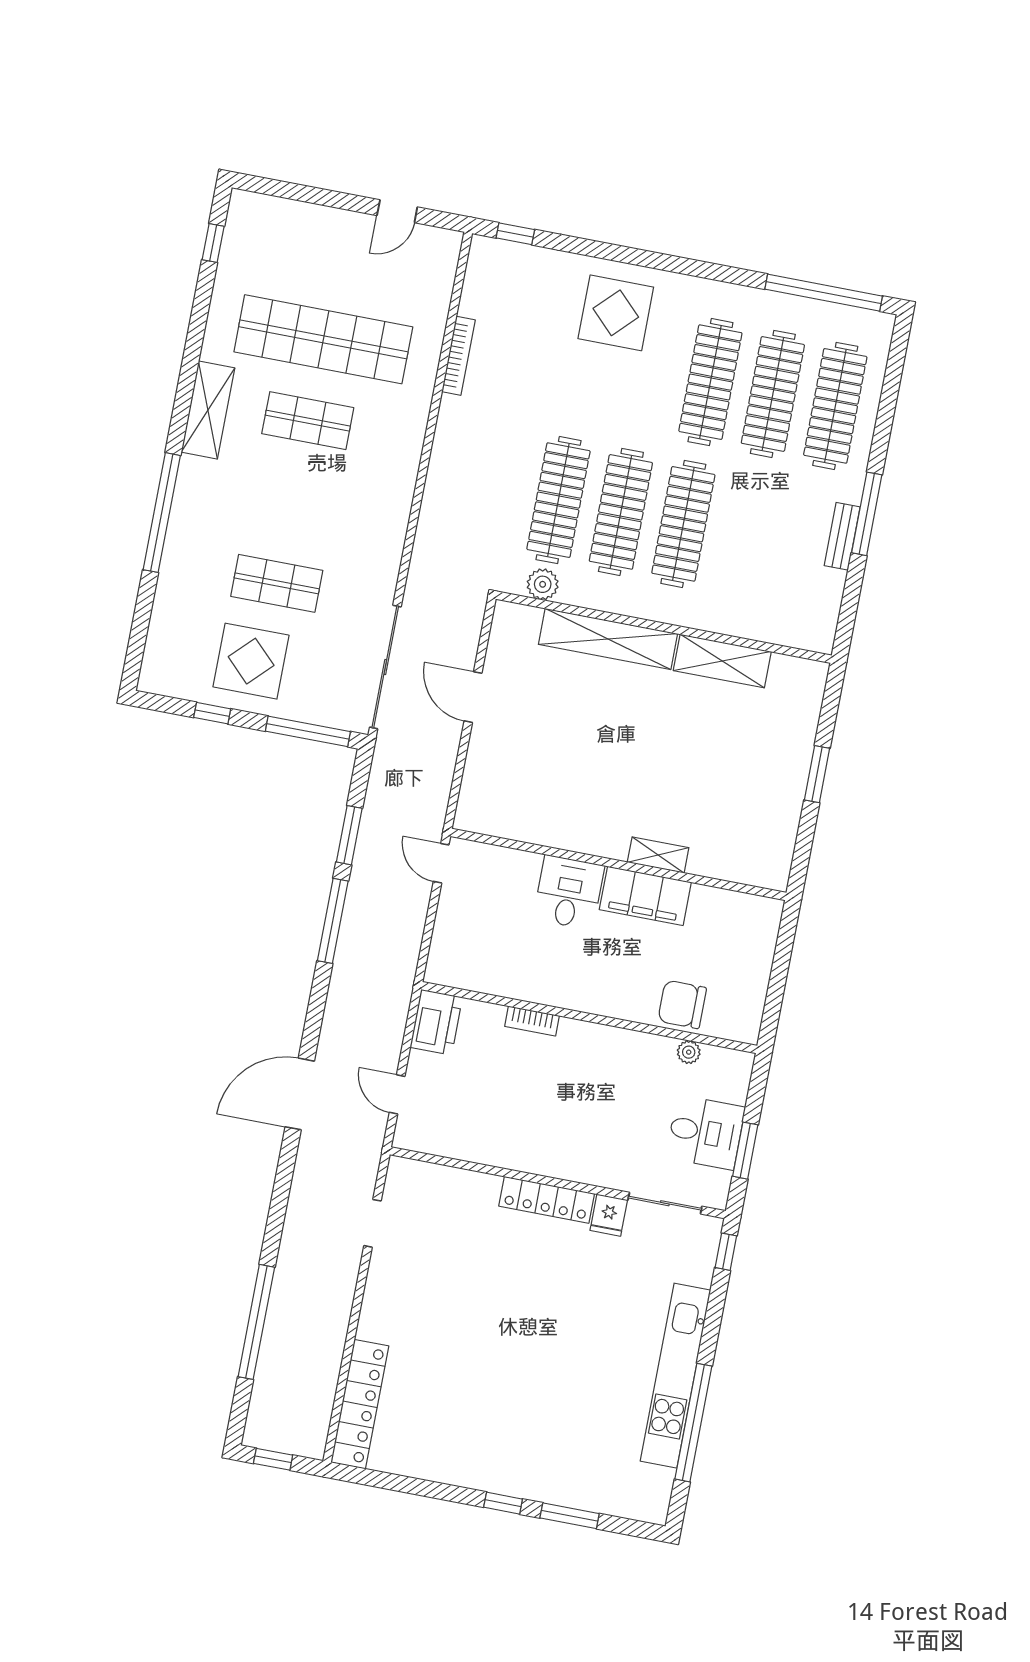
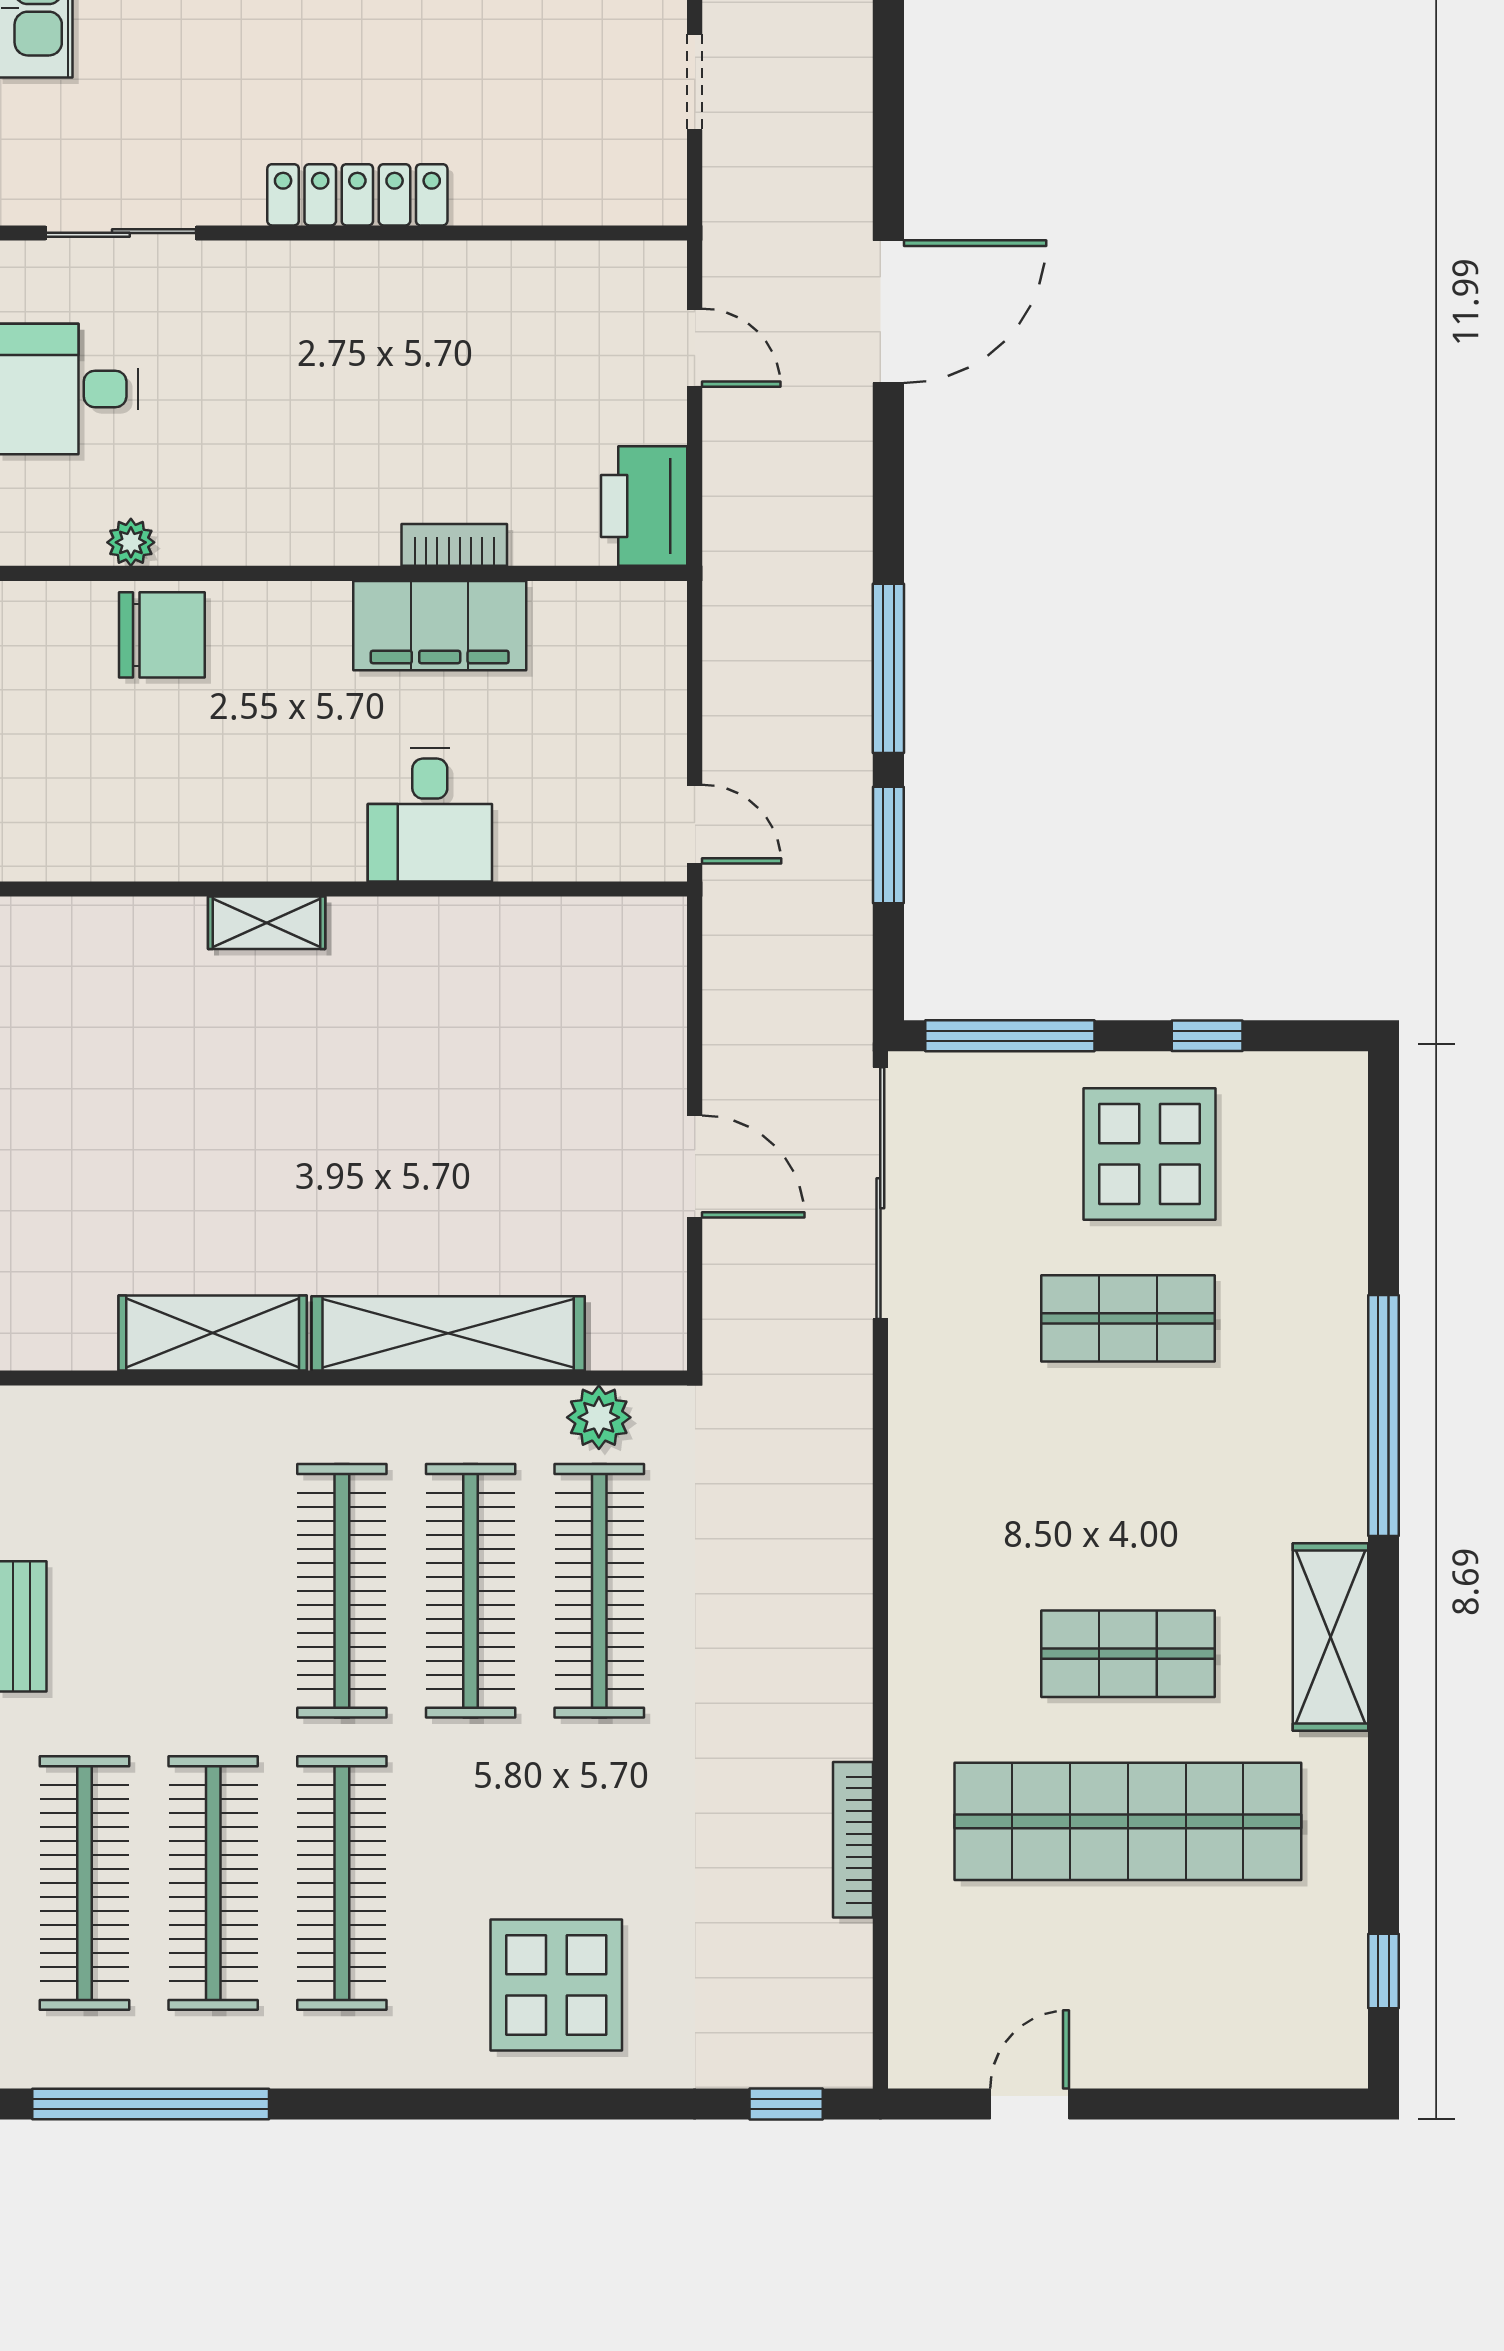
filing cabinet: (645, 896) -> (440, 626), moved, turned 180
fridge: (609, 1215) -> (228, 188), removed

